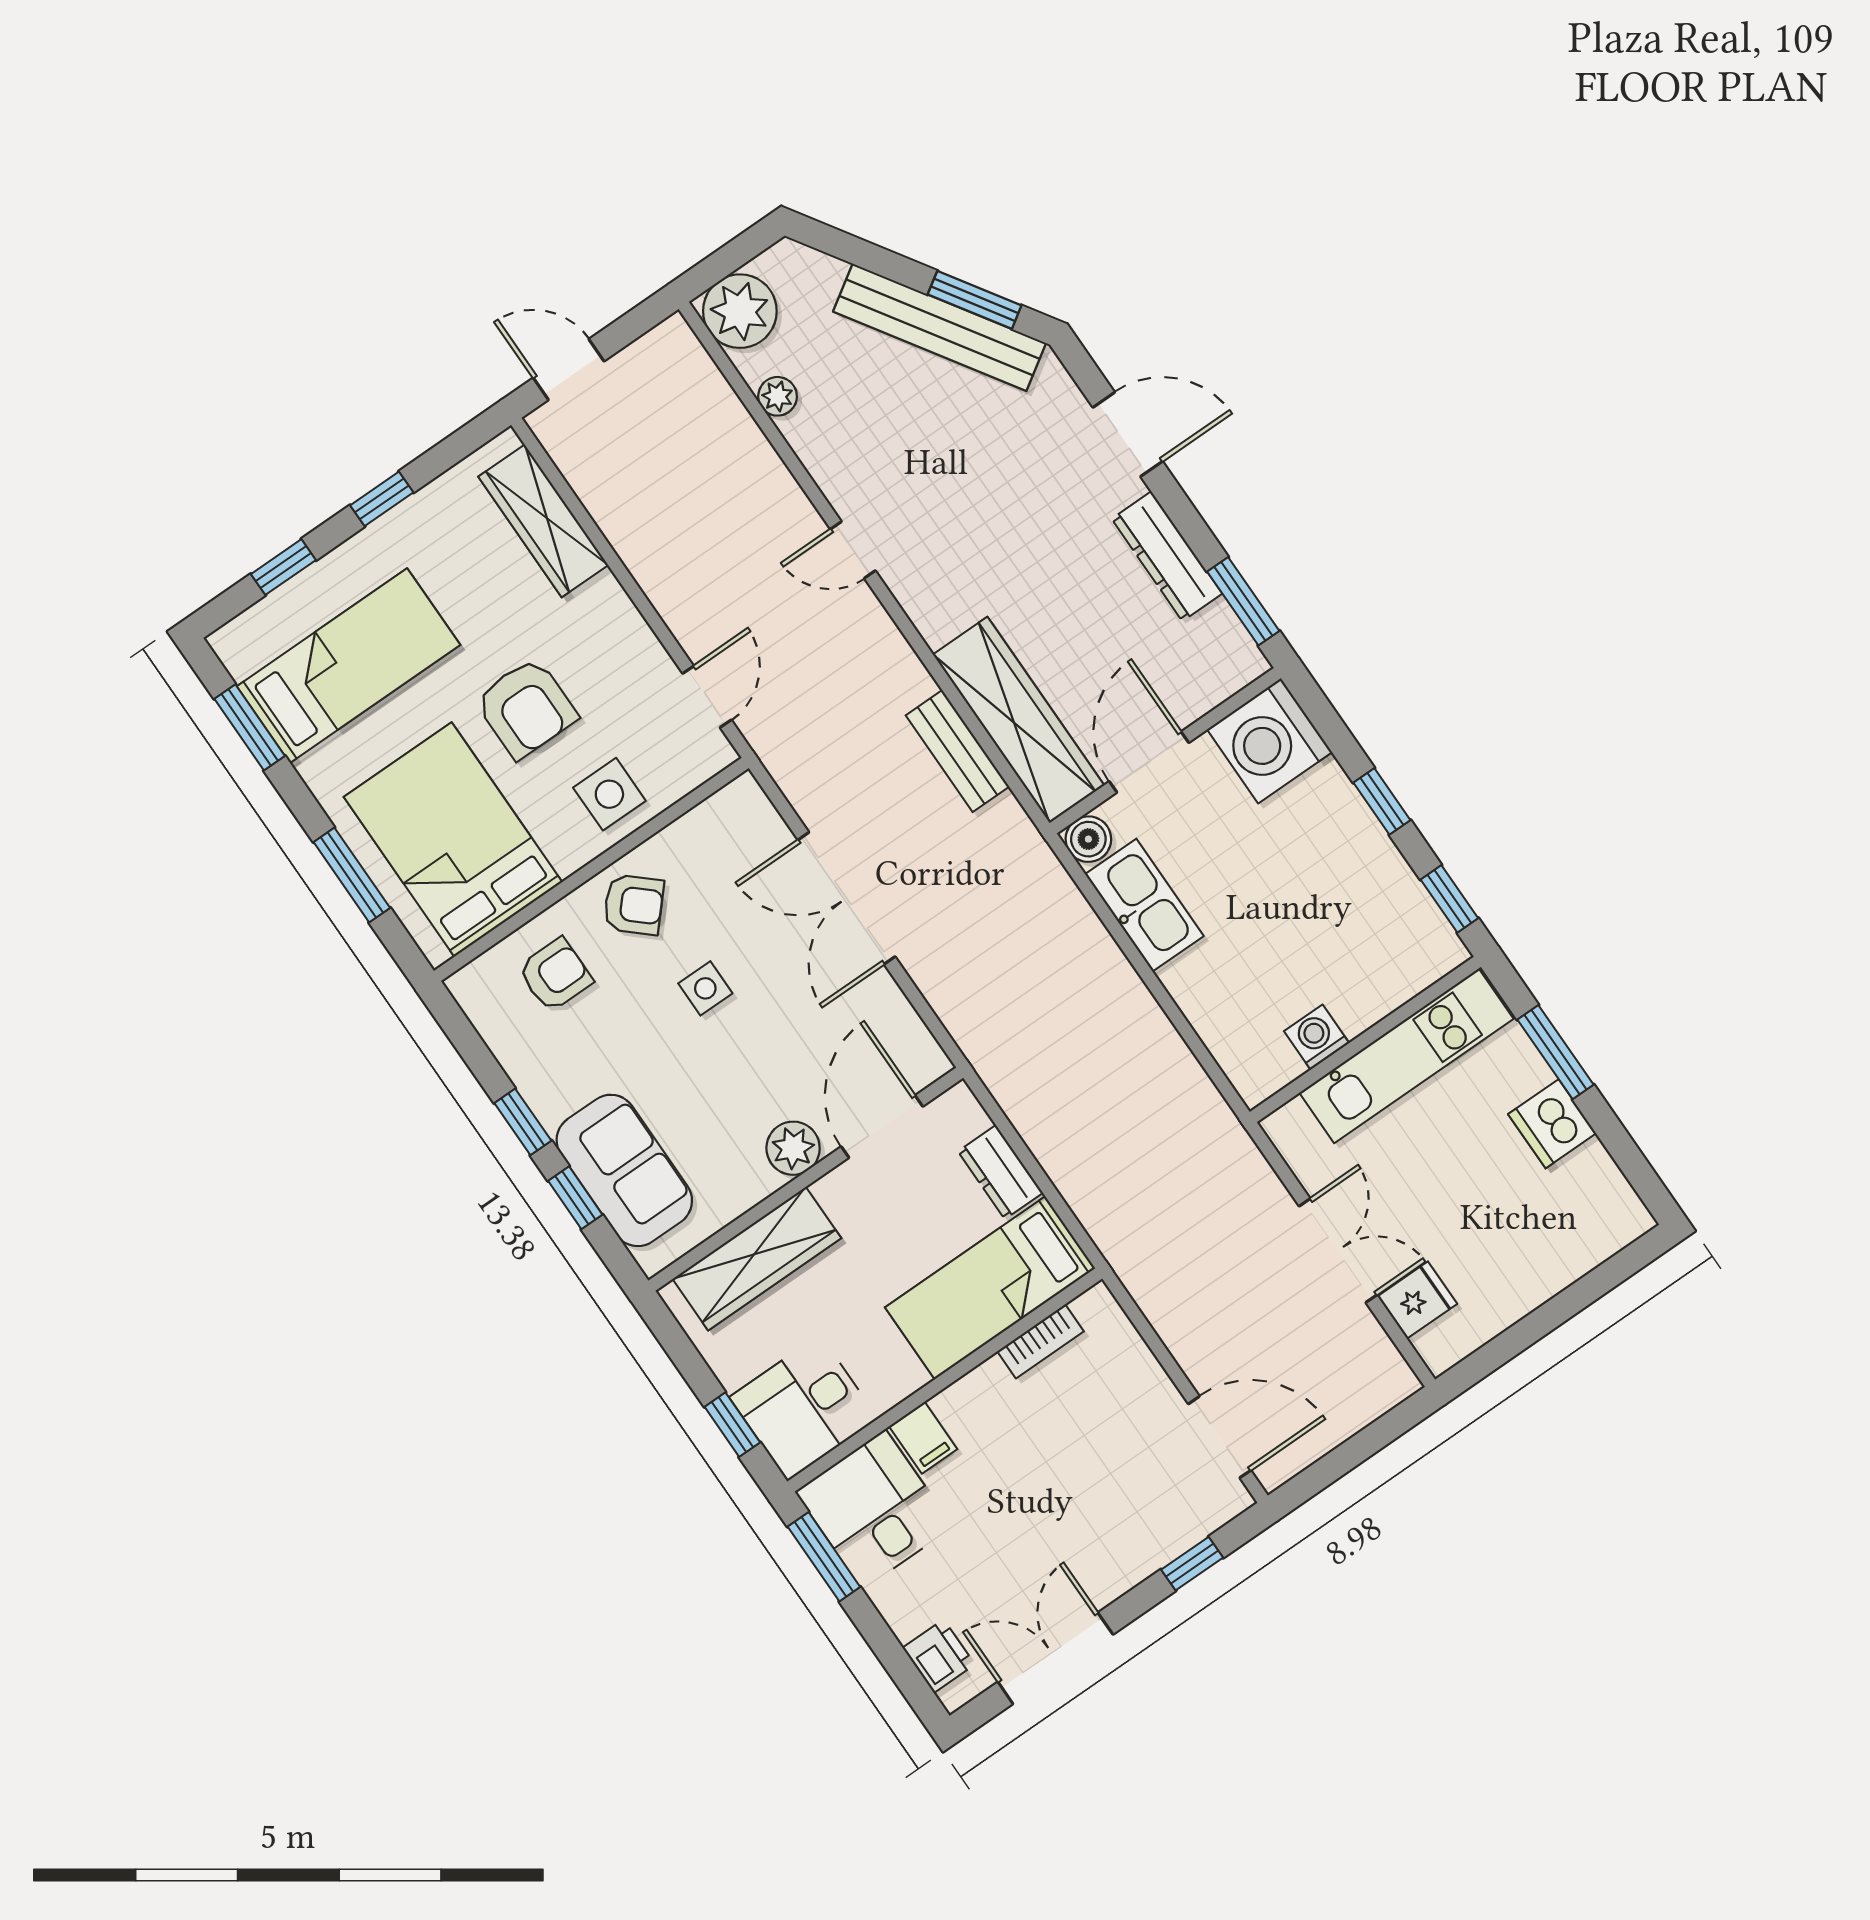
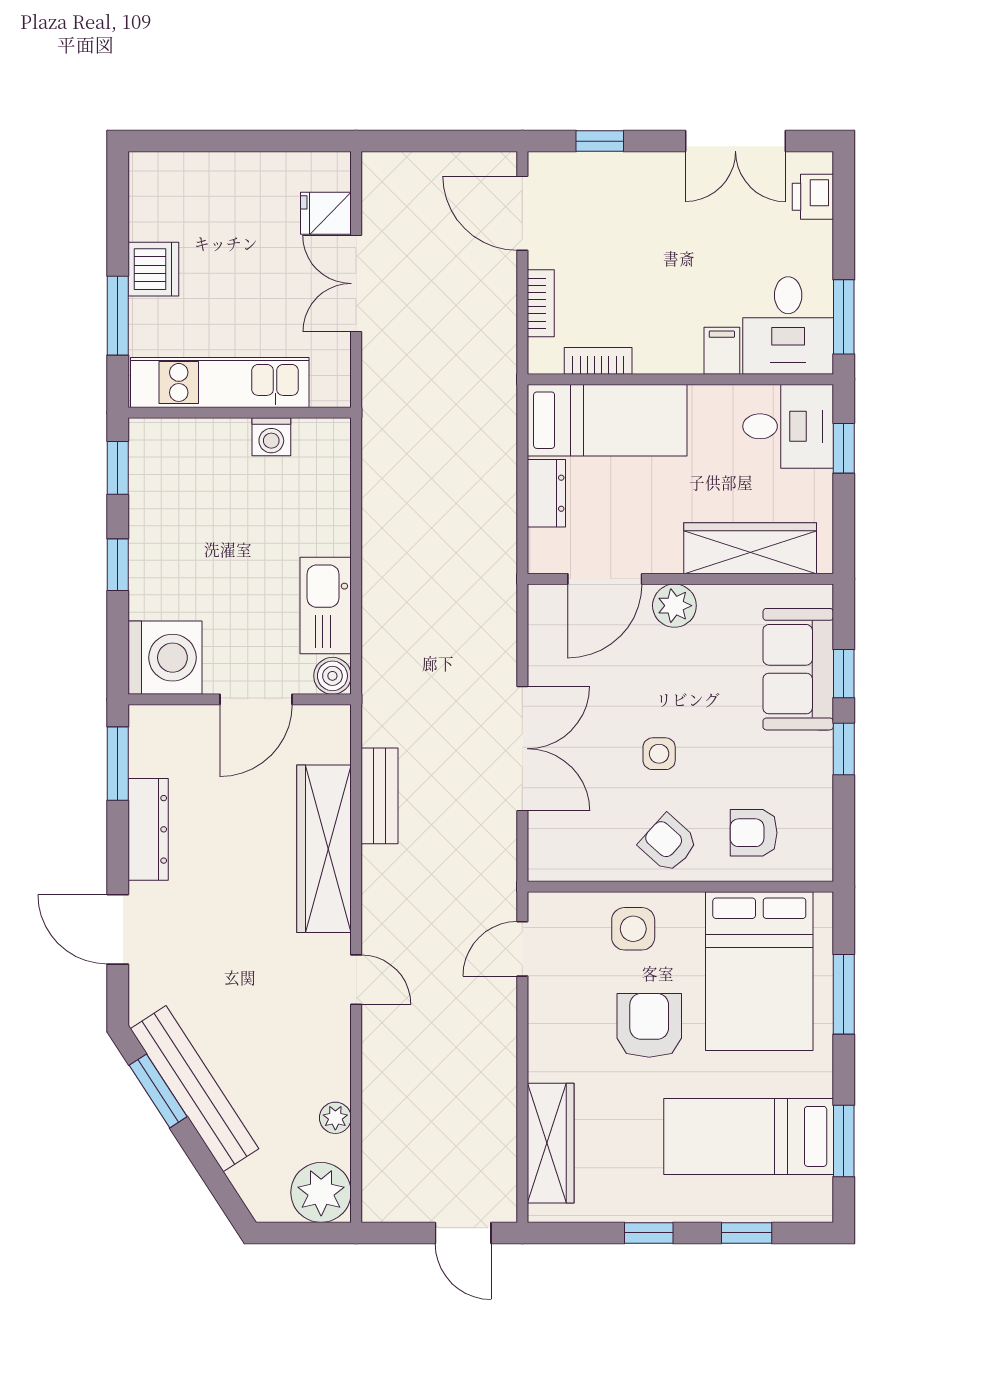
wardrobe: (1019, 720) -> (324, 849), moved
bookcase: (1138, 1359) -> (541, 303), added

